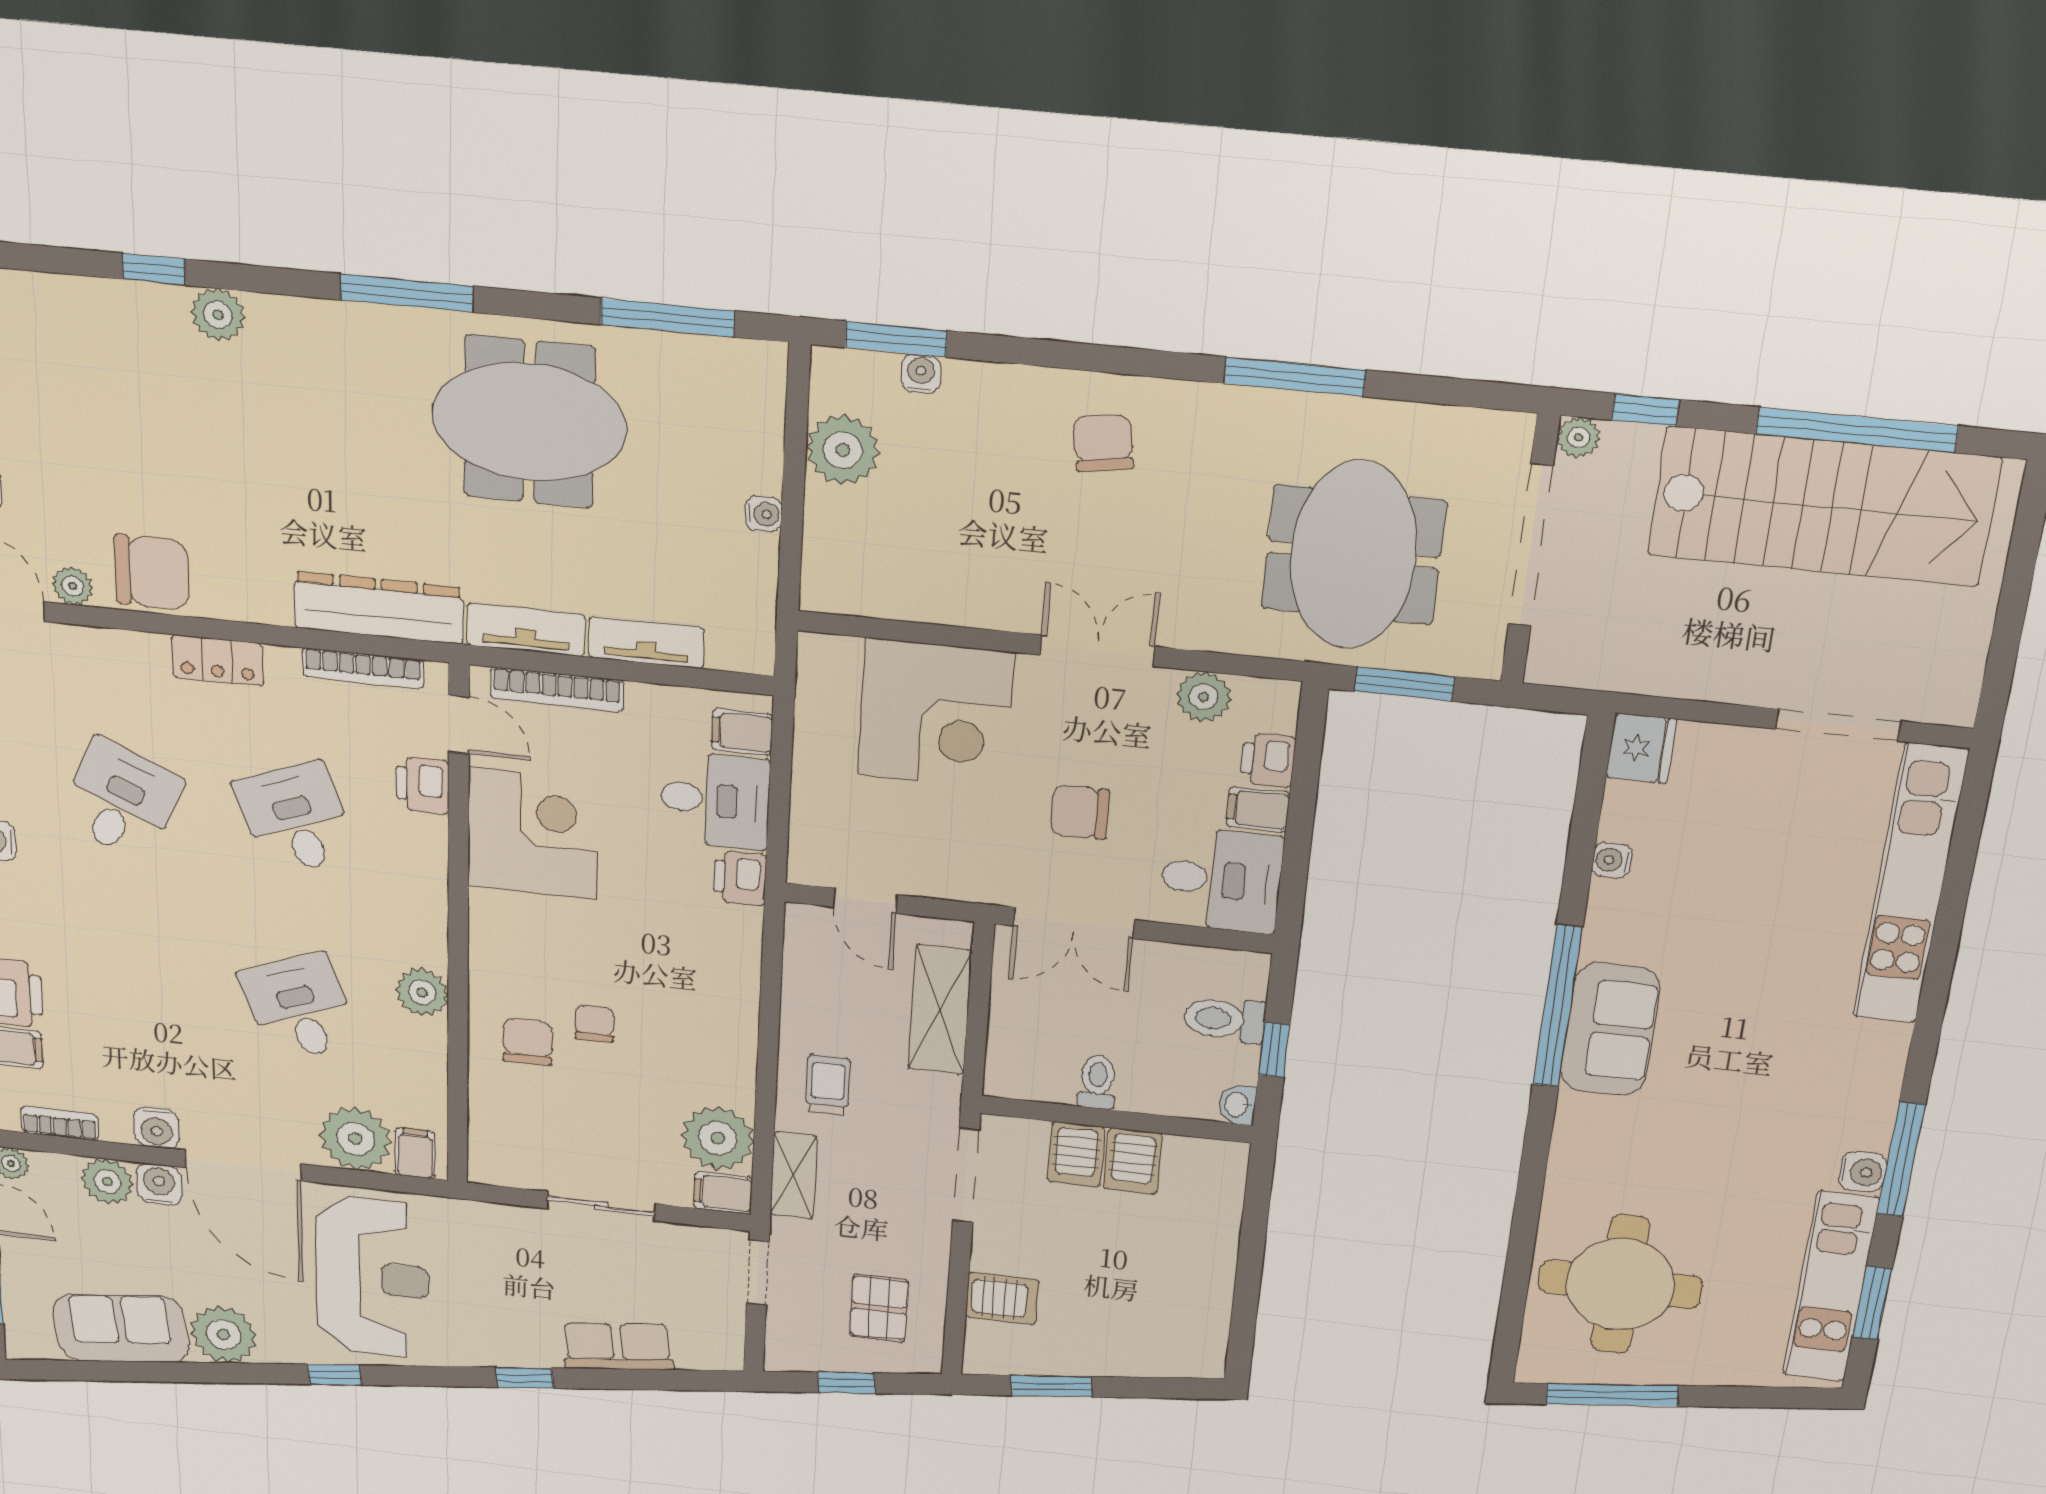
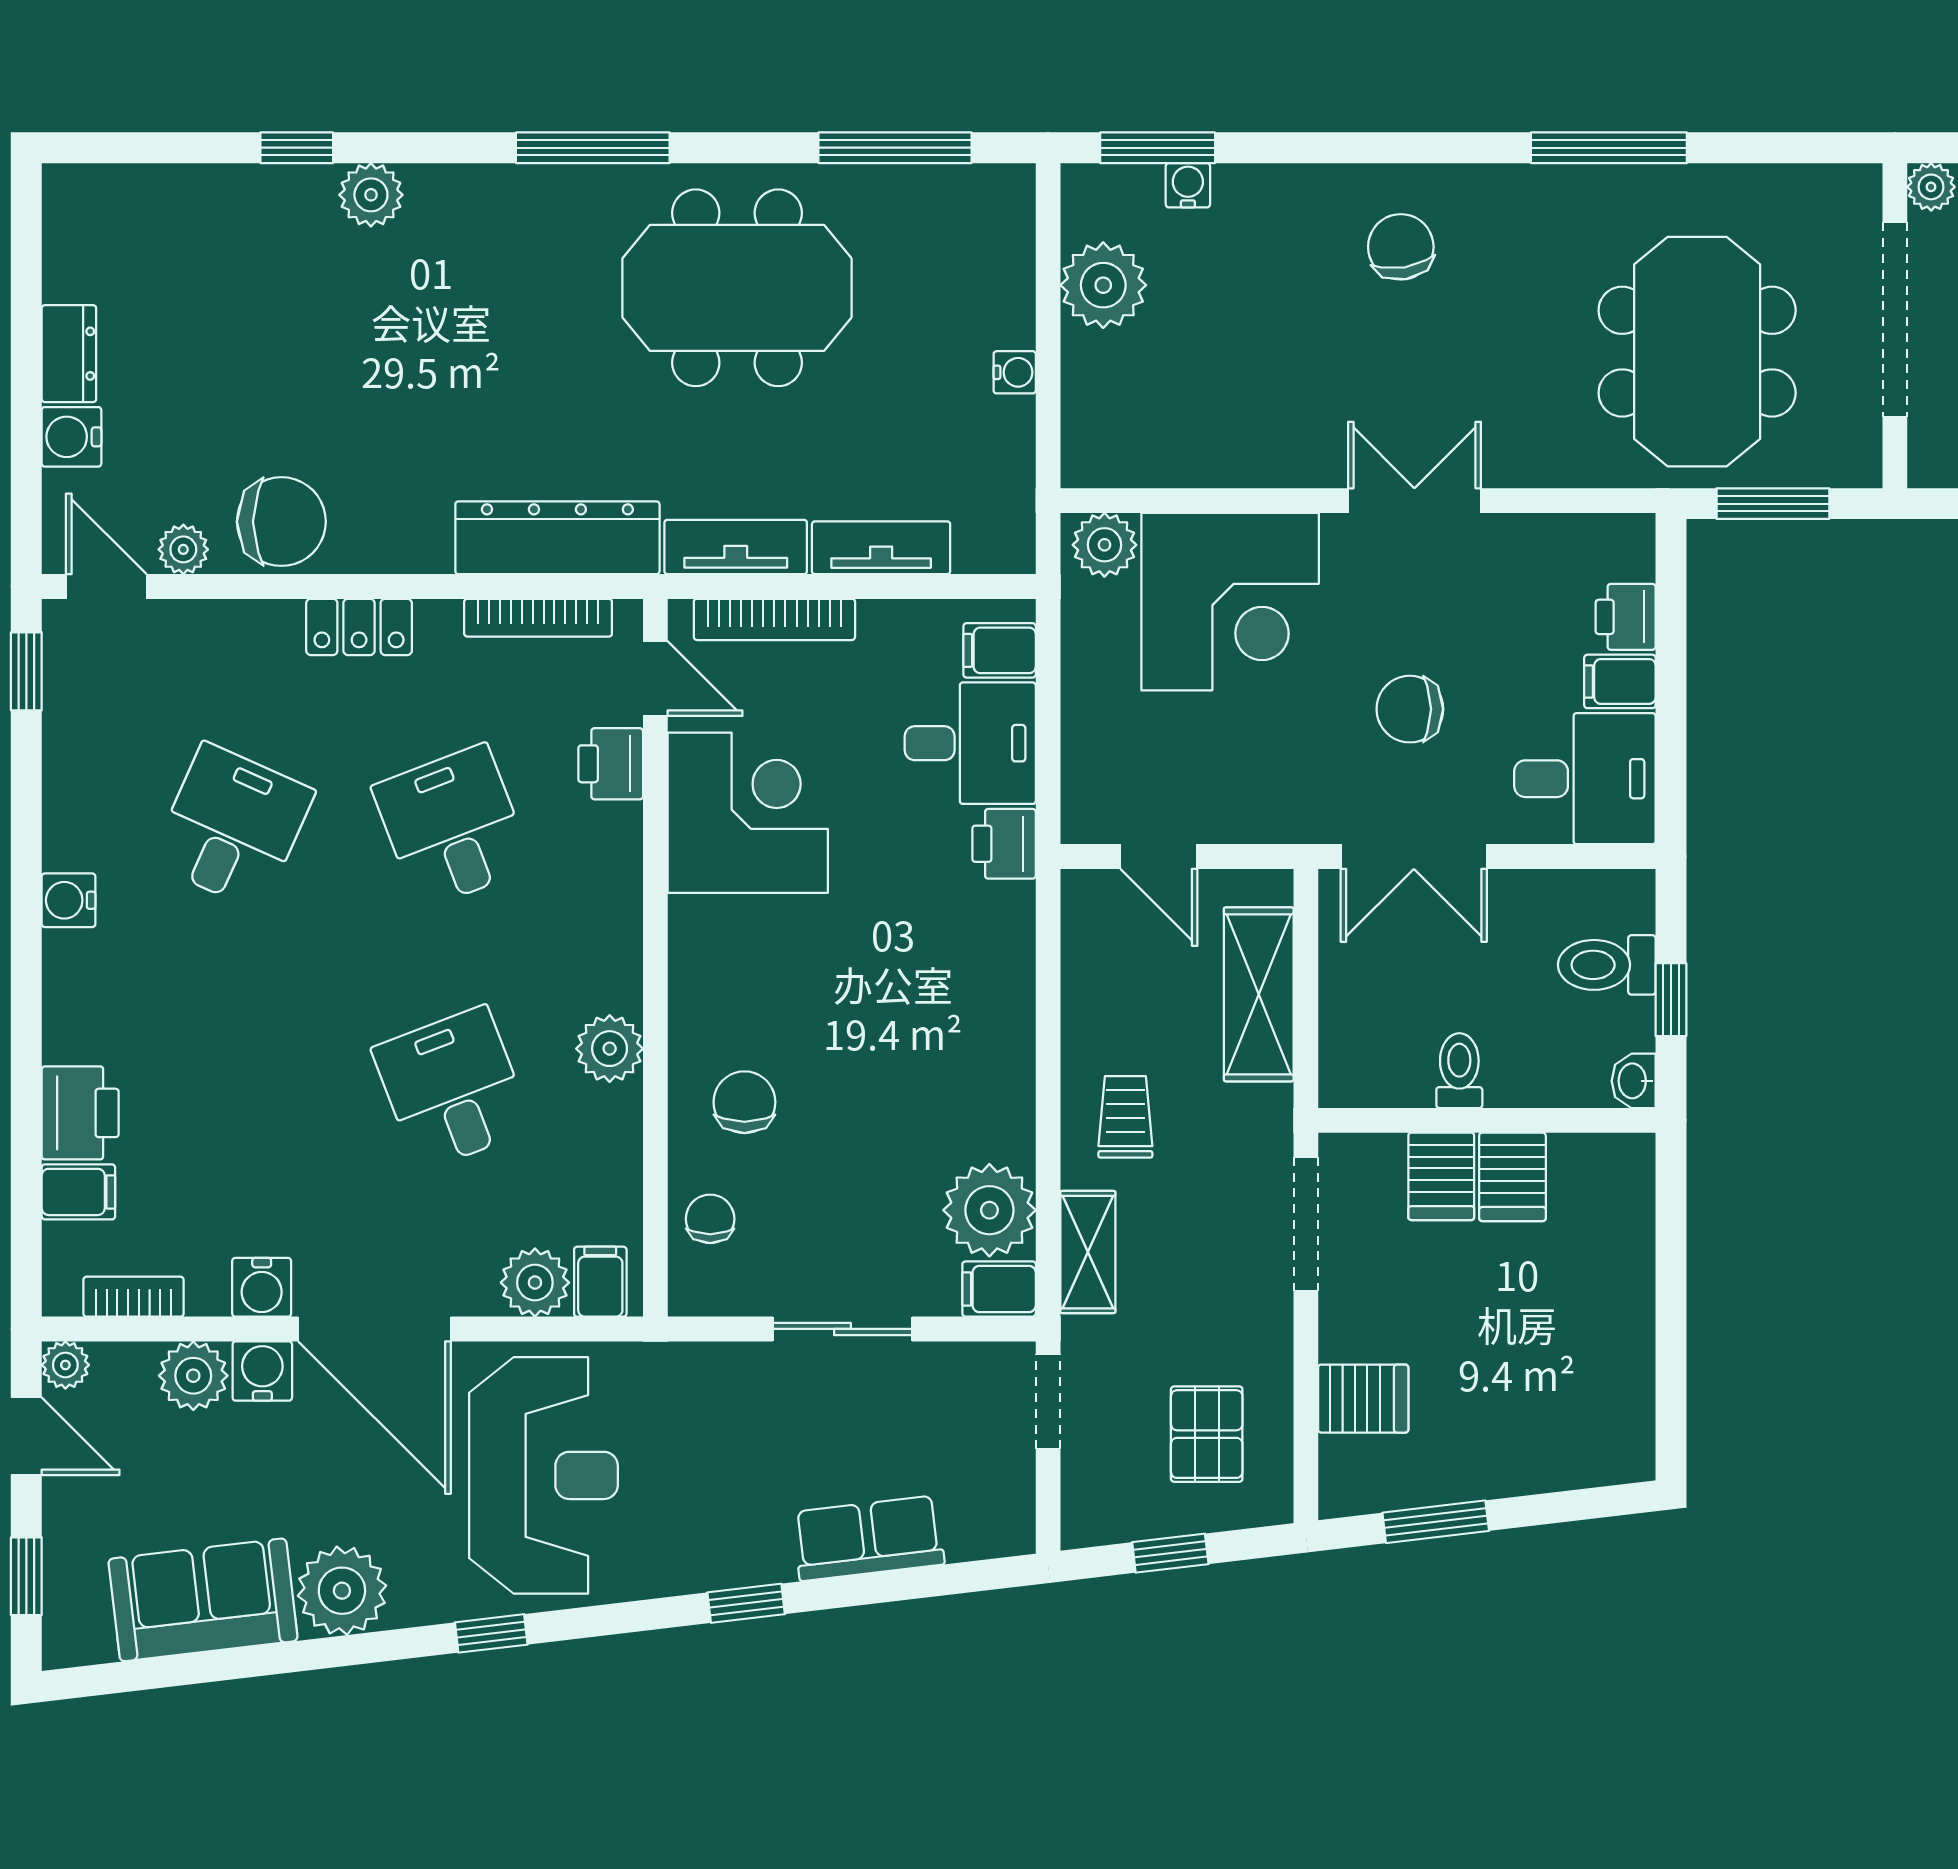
plant: (1204, 697) -> (1104, 545), moved
chair: (594, 1024) -> (710, 1219), moved
plant: (355, 1139) -> (535, 1283), width x0.73, depth x0.73

